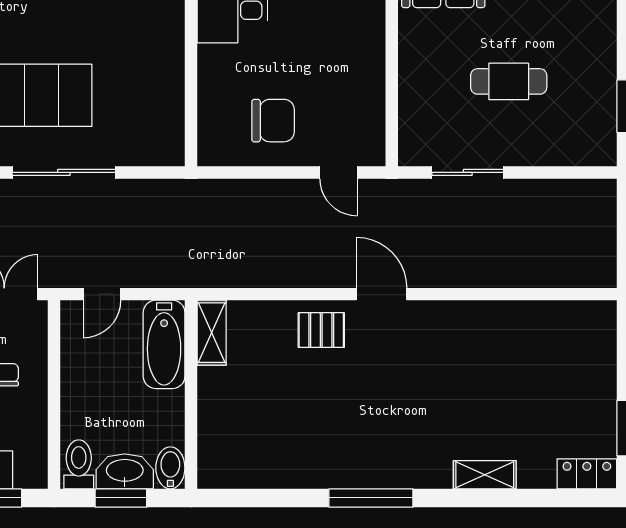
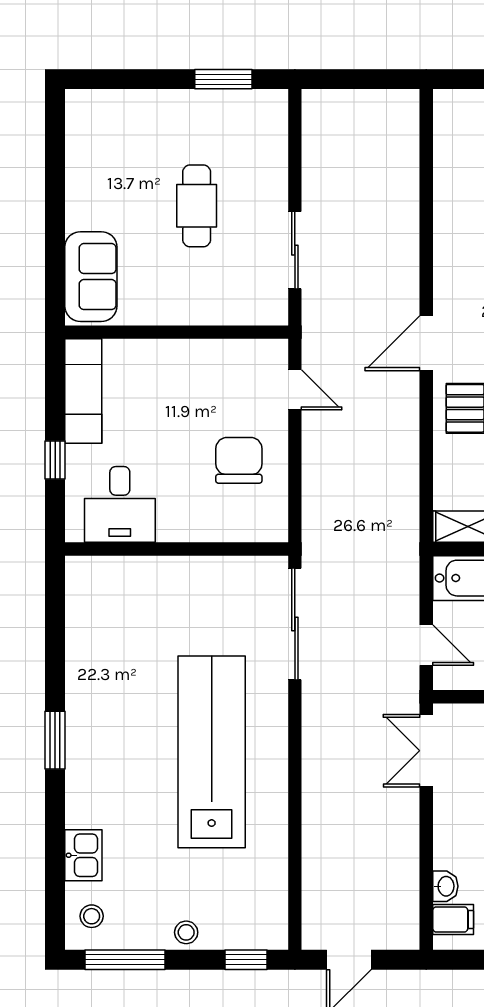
sliding door: (64, 172) -> (295, 624), moved
door: (339, 172) -> (295, 390), hinge flipped

